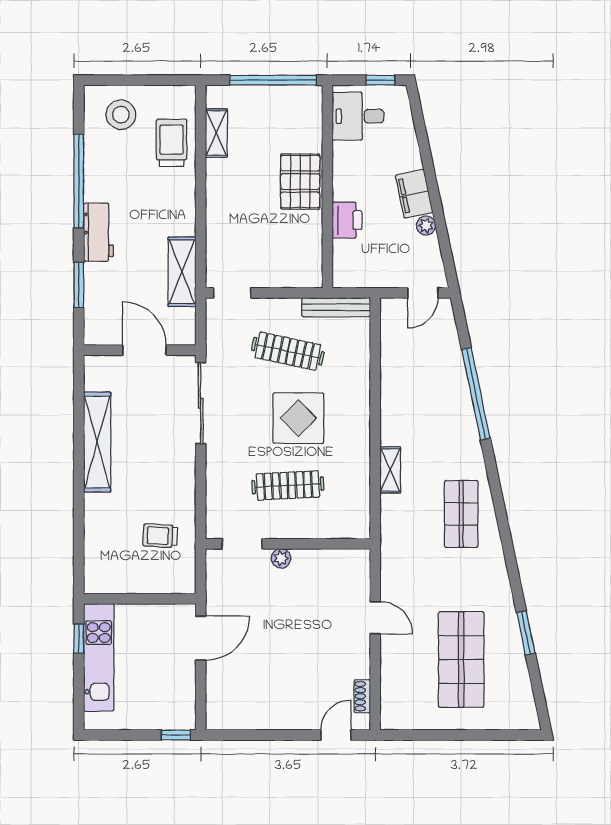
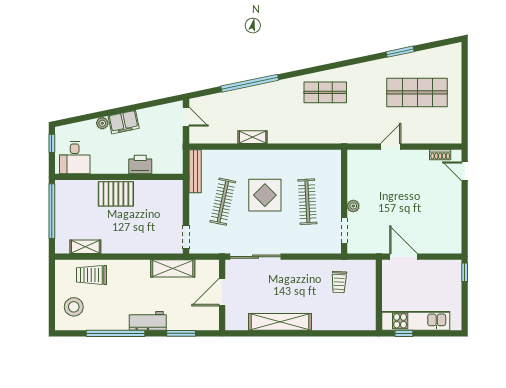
plant: (426, 226) -> (102, 123), moved
shelving: (390, 470) -> (253, 137), moved

